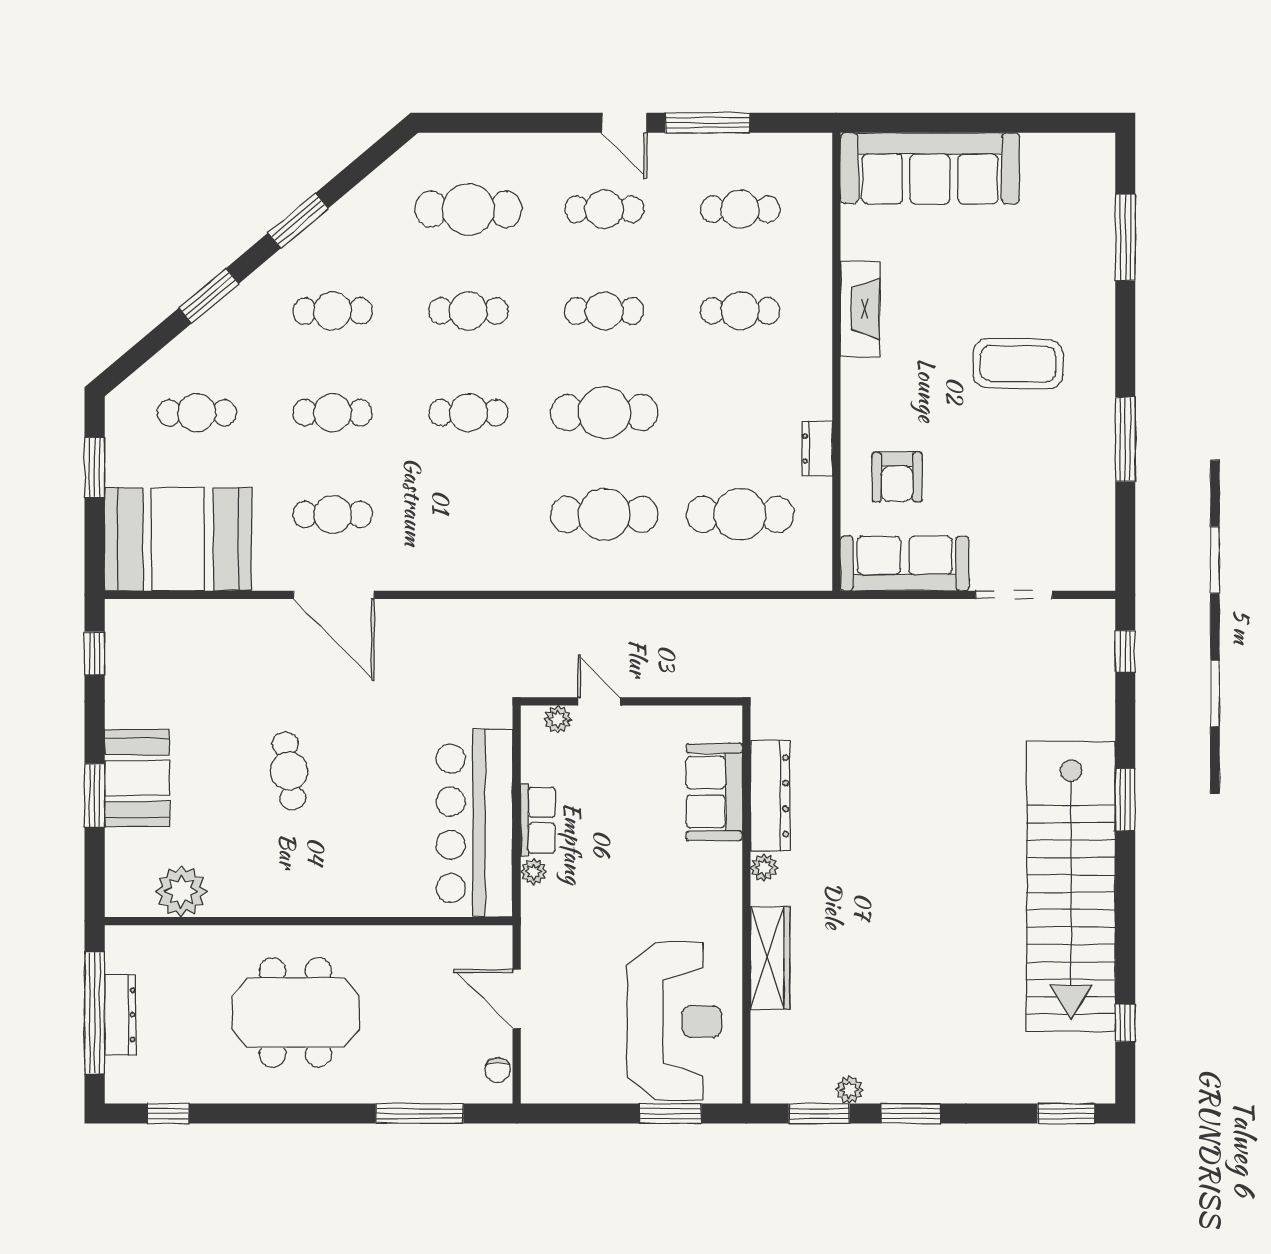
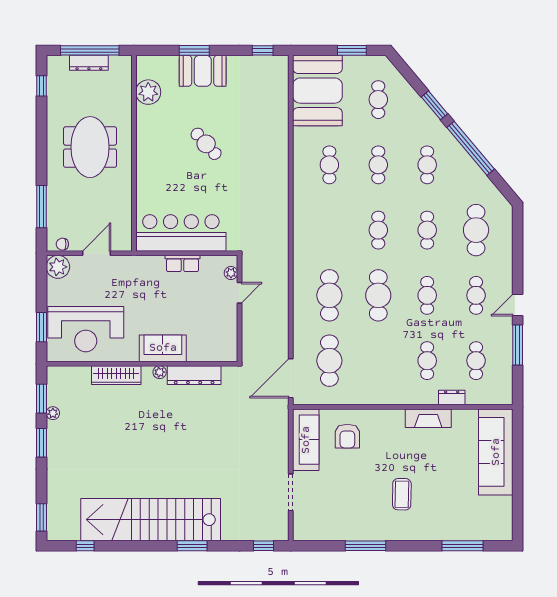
window: (298, 221) -> (471, 148), width x2.11
coffee table: (1018, 364) -> (402, 494), width x0.73, depth x0.76
dresser: (817, 449) -> (452, 398), moved
armchair: (897, 477) -> (347, 436), turned -90
door: (334, 595) -> (291, 378), moved
cafe table: (289, 771) -> (206, 144), turned 56
sofa: (714, 792) -> (163, 348), moved
plant: (534, 872) -> (58, 267), moved, width x1.87, depth x1.87

